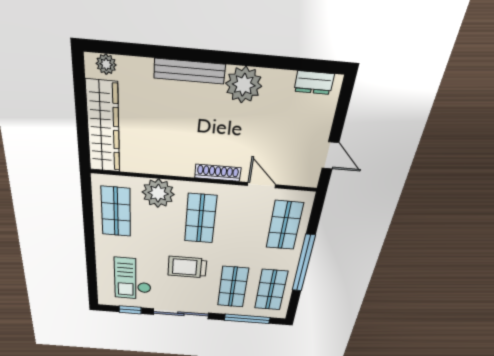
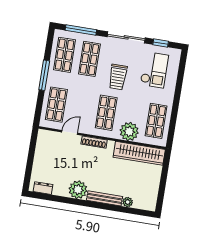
plant: (106, 64) -> (128, 202), moved
wardrobe: (103, 127) -> (139, 153), moved, turned -90
door: (330, 155) -> (32, 148), removed
door: (262, 185) -> (70, 132), swing flipped
window: (303, 263) -> (44, 75), width x0.68
trolley: (187, 267) -> (118, 77), turned 90

